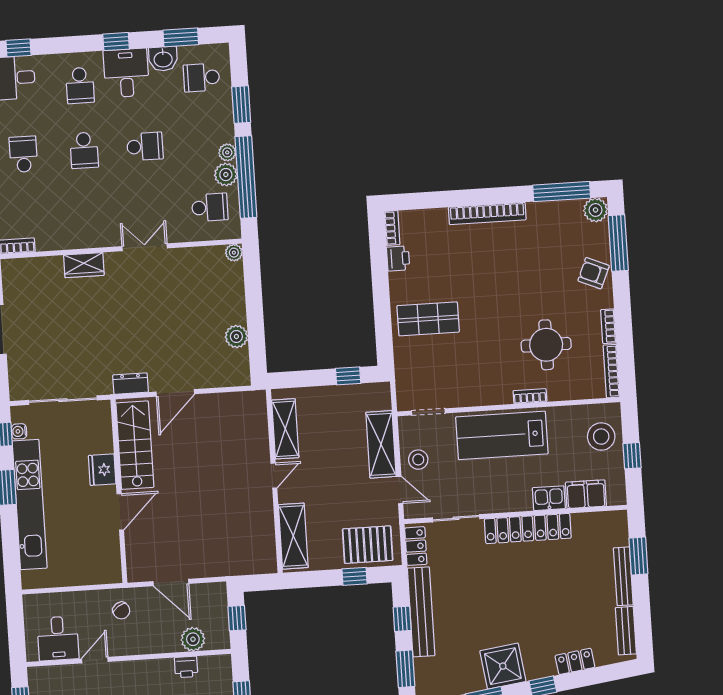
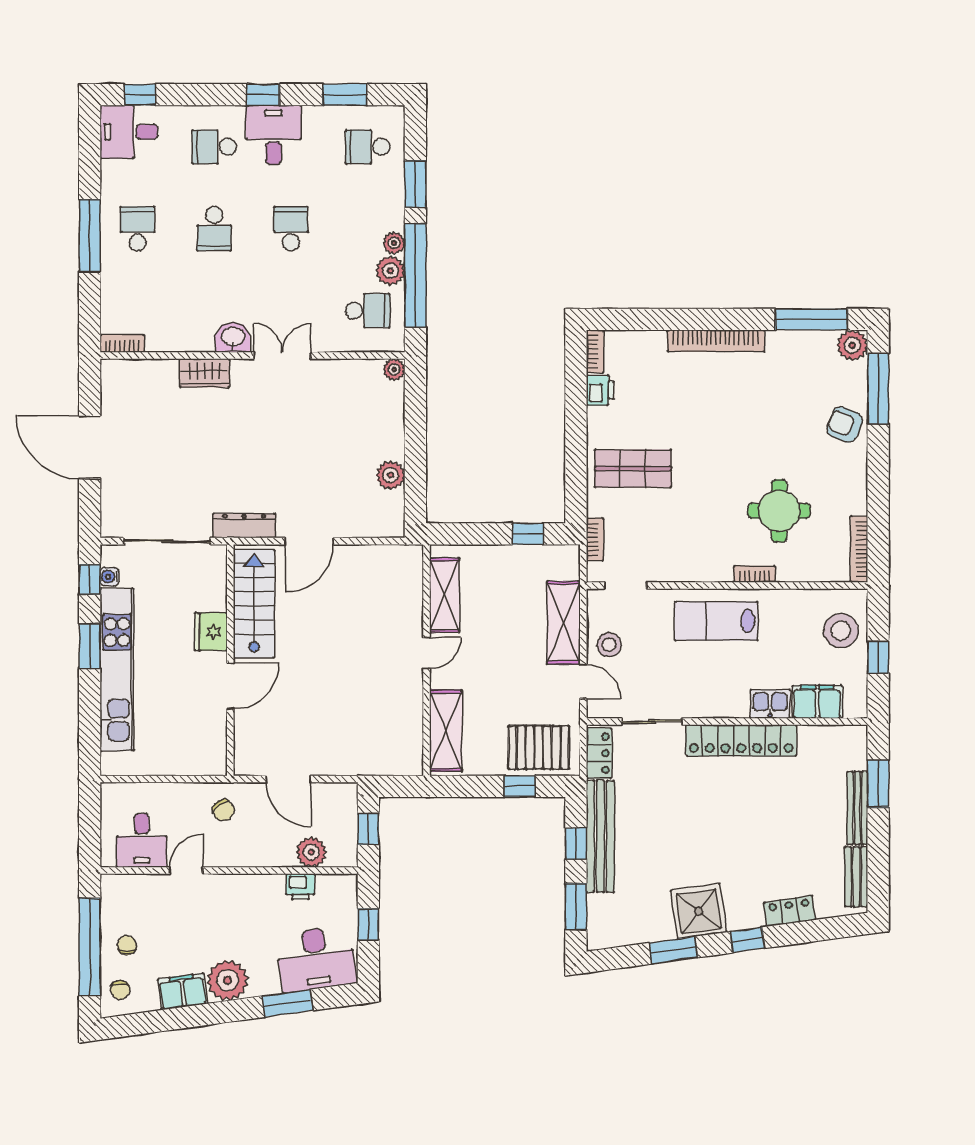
washbasin: (163, 59) -> (233, 337), moved, turned 180
school desk: (80, 85) -> (214, 147), turned 90
school desk: (145, 146) -> (291, 229), turned -90
bookcase: (608, 326) -> (595, 539), moved, turned 180
dresser: (131, 384) -> (244, 526), width x1.44
lab bench: (502, 435) -> (716, 621), width x0.73, depth x0.72

